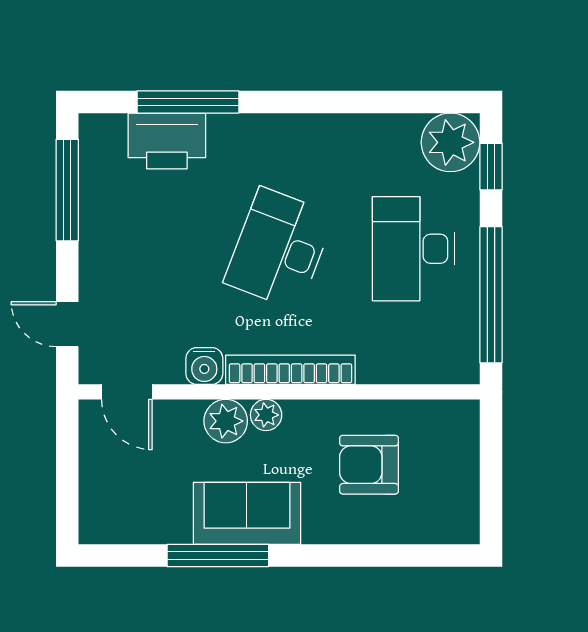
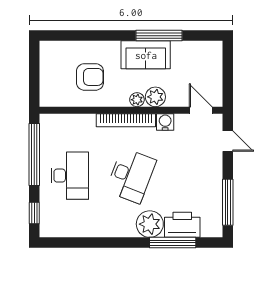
plant: (450, 142) -> (150, 224), moved

